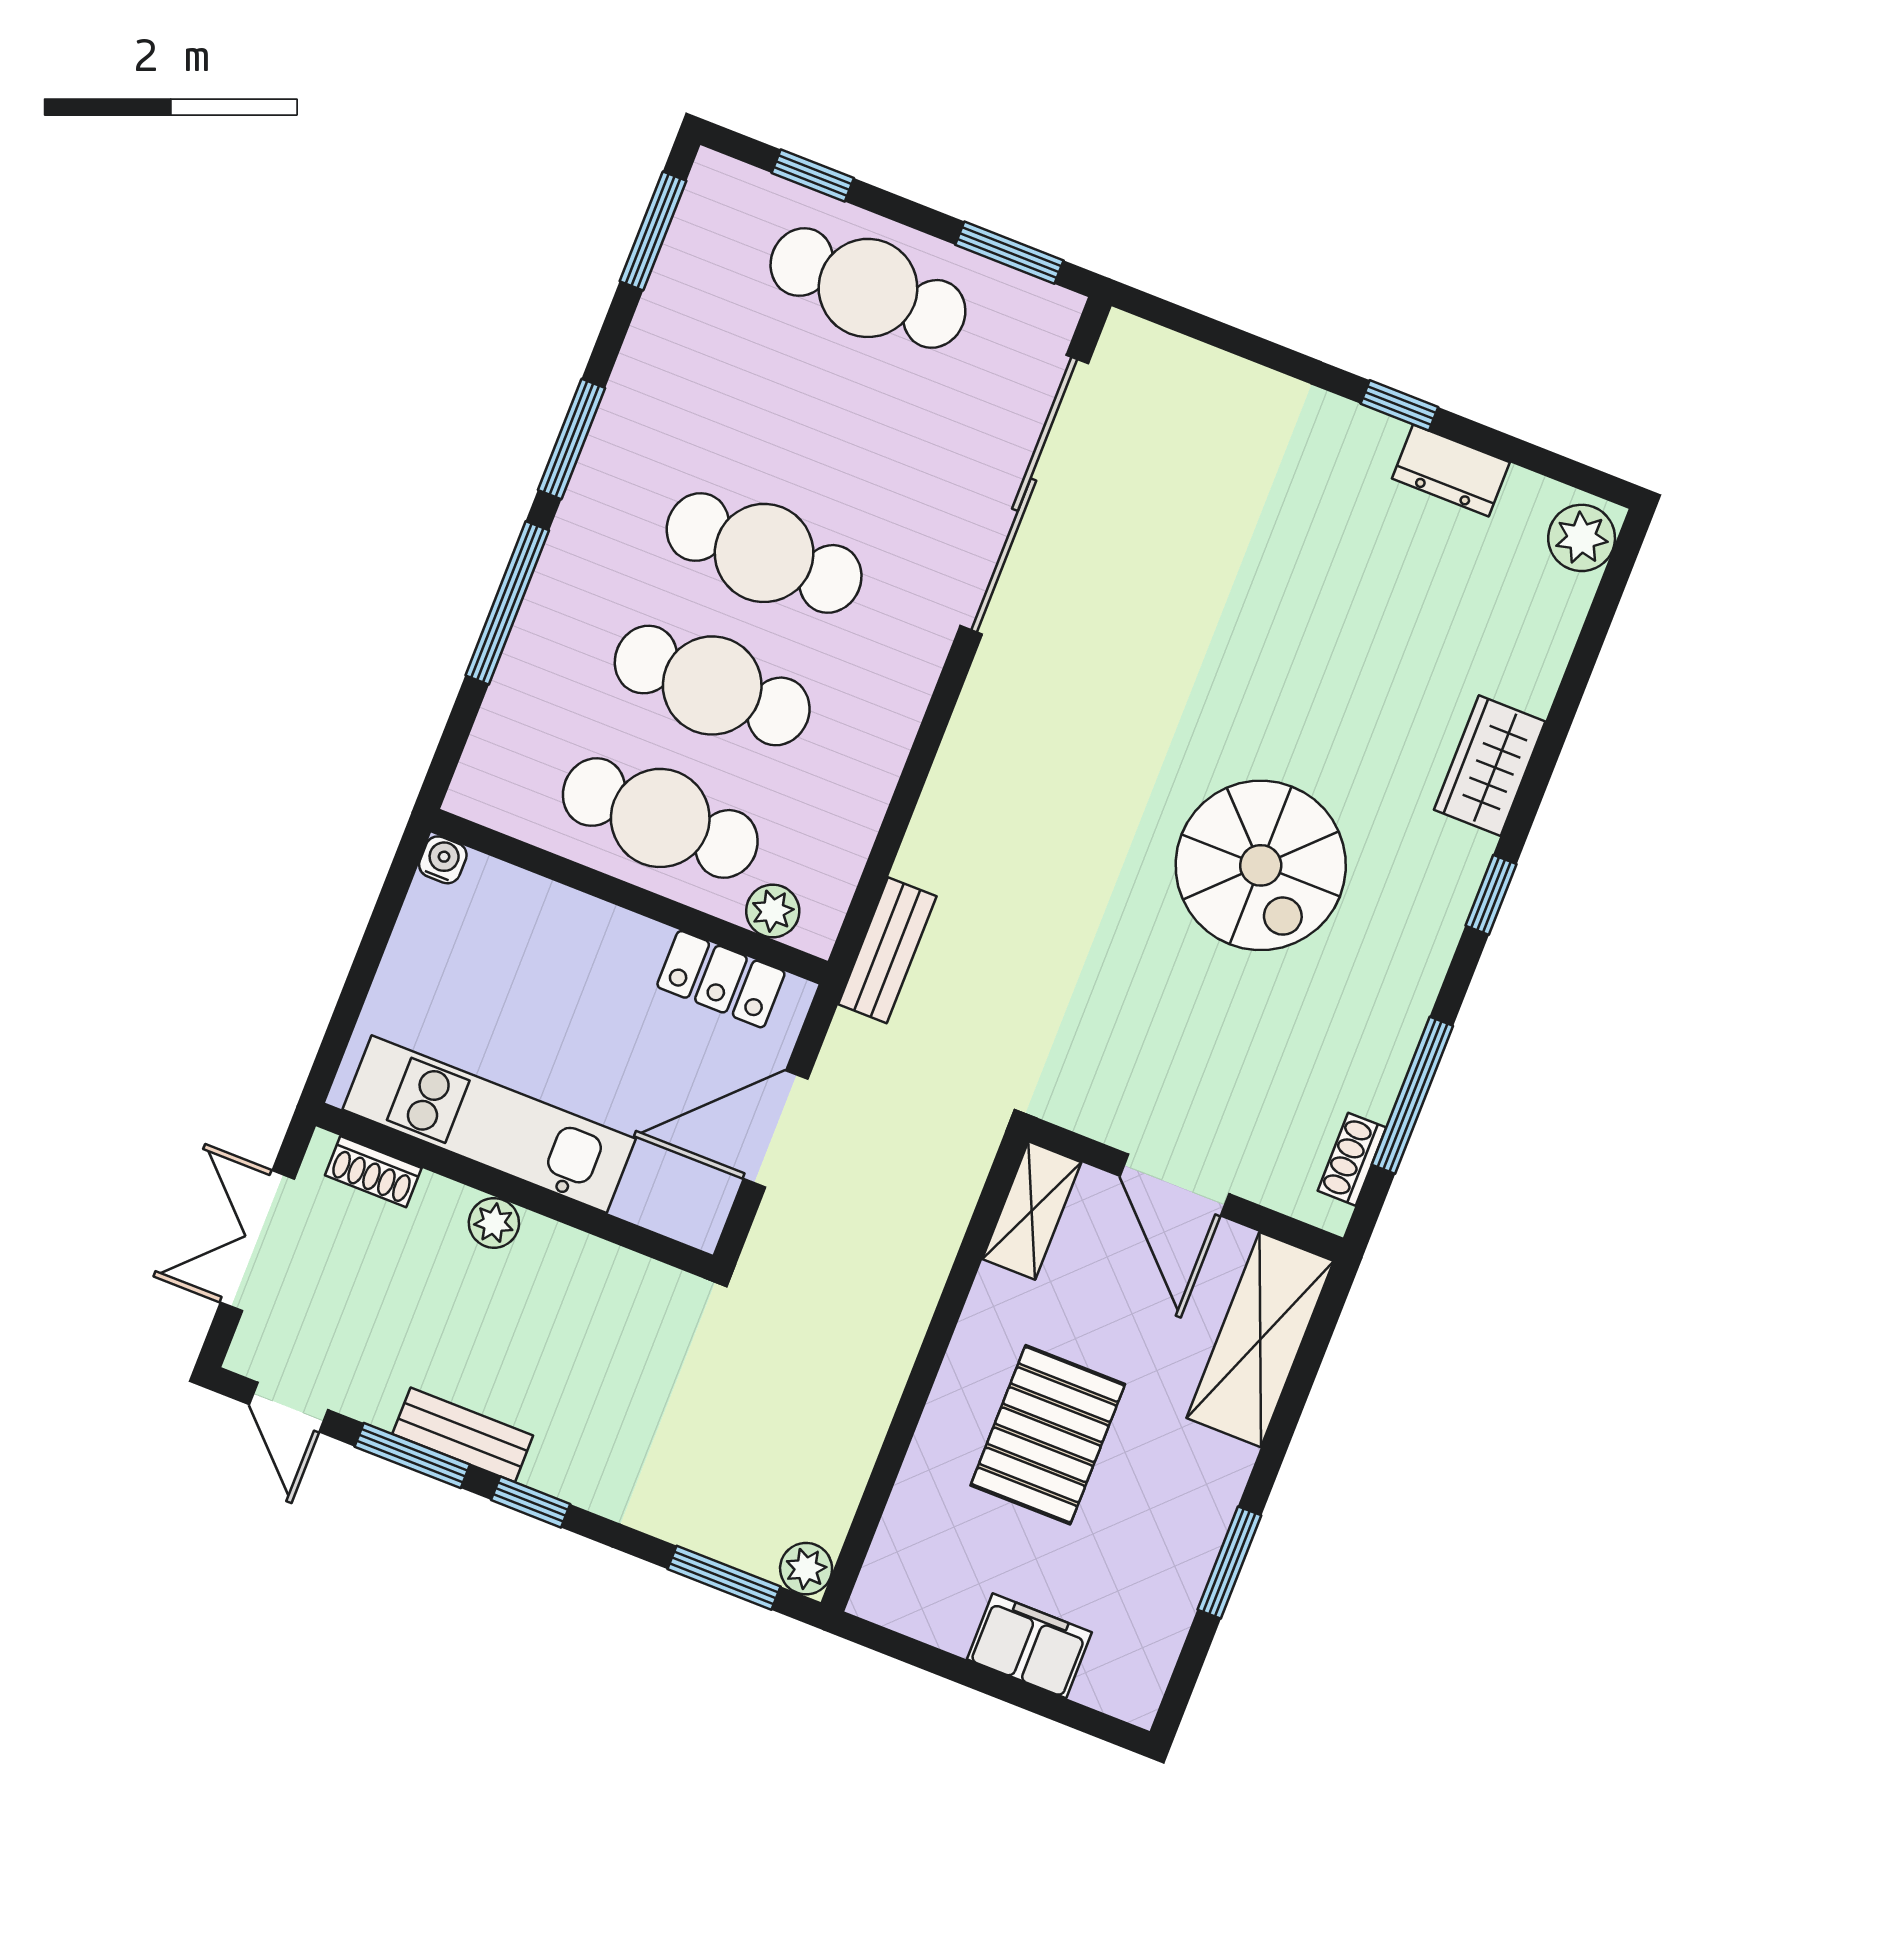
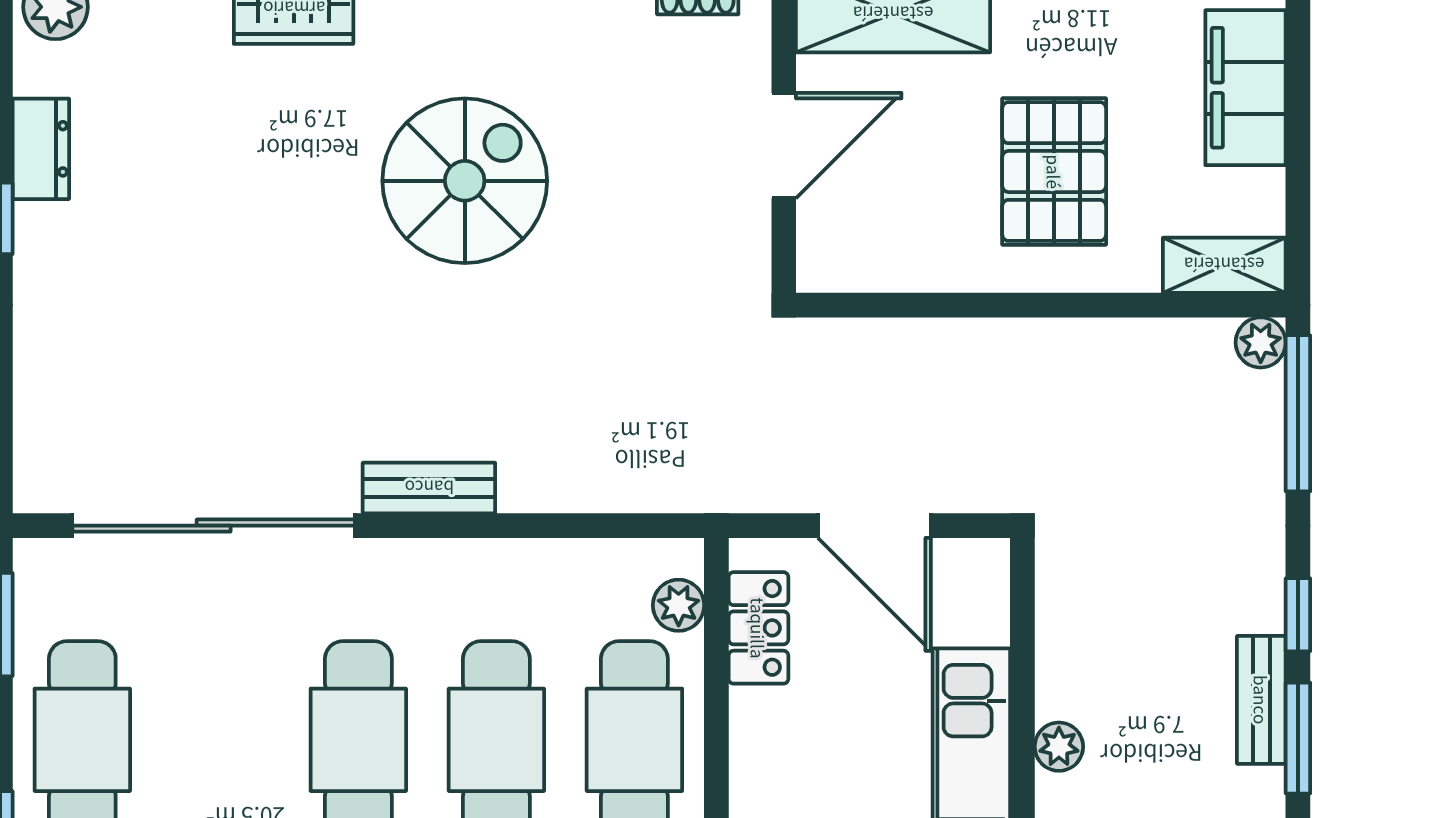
bench: (887, 950) -> (429, 488), moved
shelving: (1032, 1211) -> (1224, 265), moved
pallet: (1048, 1435) -> (1054, 172), turned 90
window: (724, 1578) -> (1298, 413), width x1.44
filing cabinet: (1029, 1646) -> (1245, 88), width x1.50, depth x1.17

